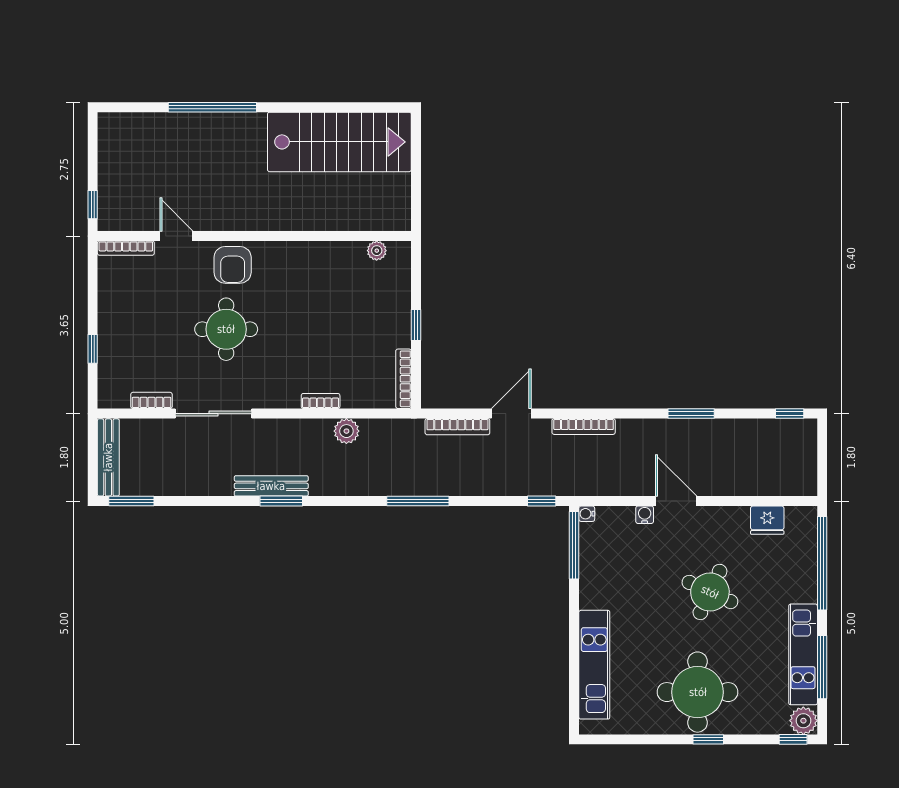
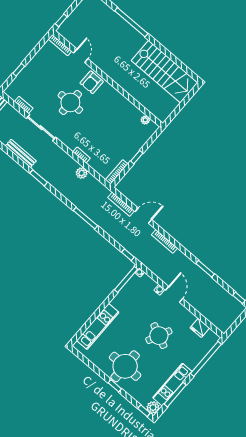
bench: (271, 486) -> (21, 153), moved

